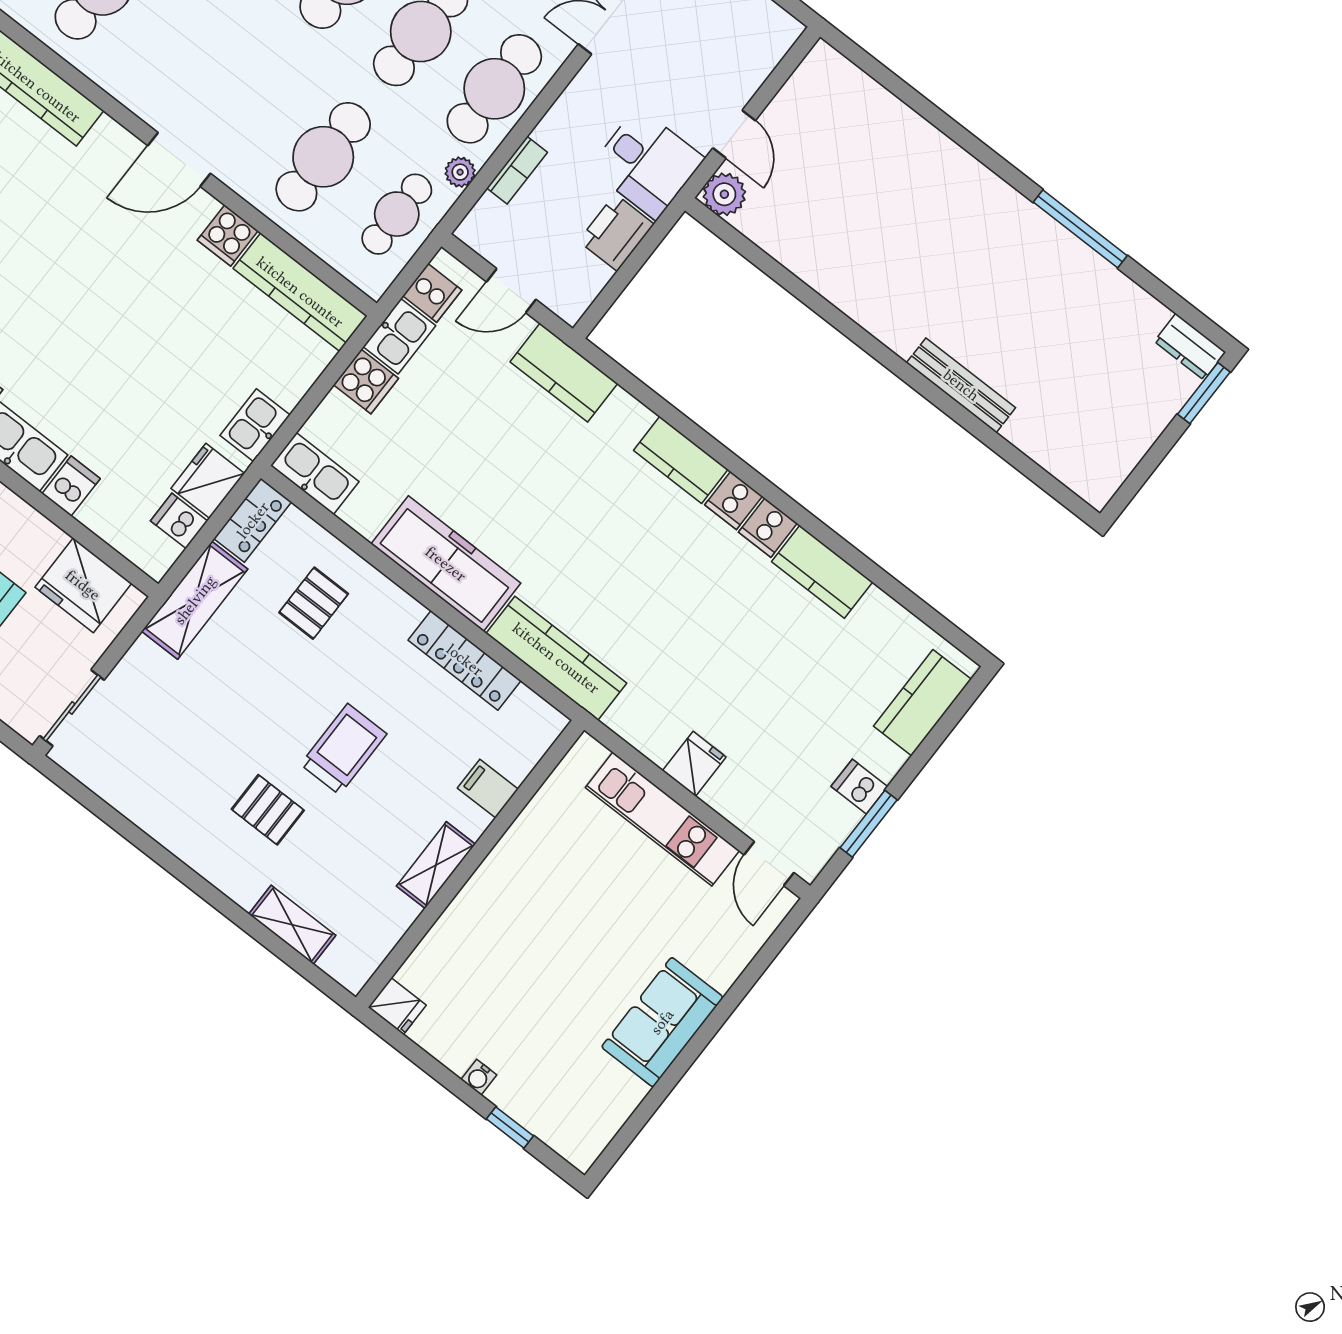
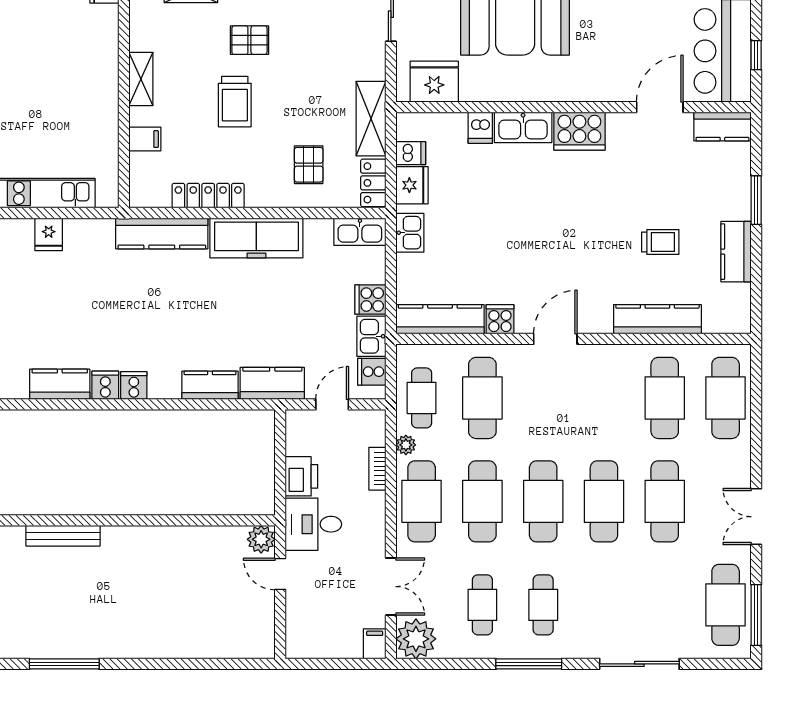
kitchen counter: (681, 460) -> (210, 385), moved

